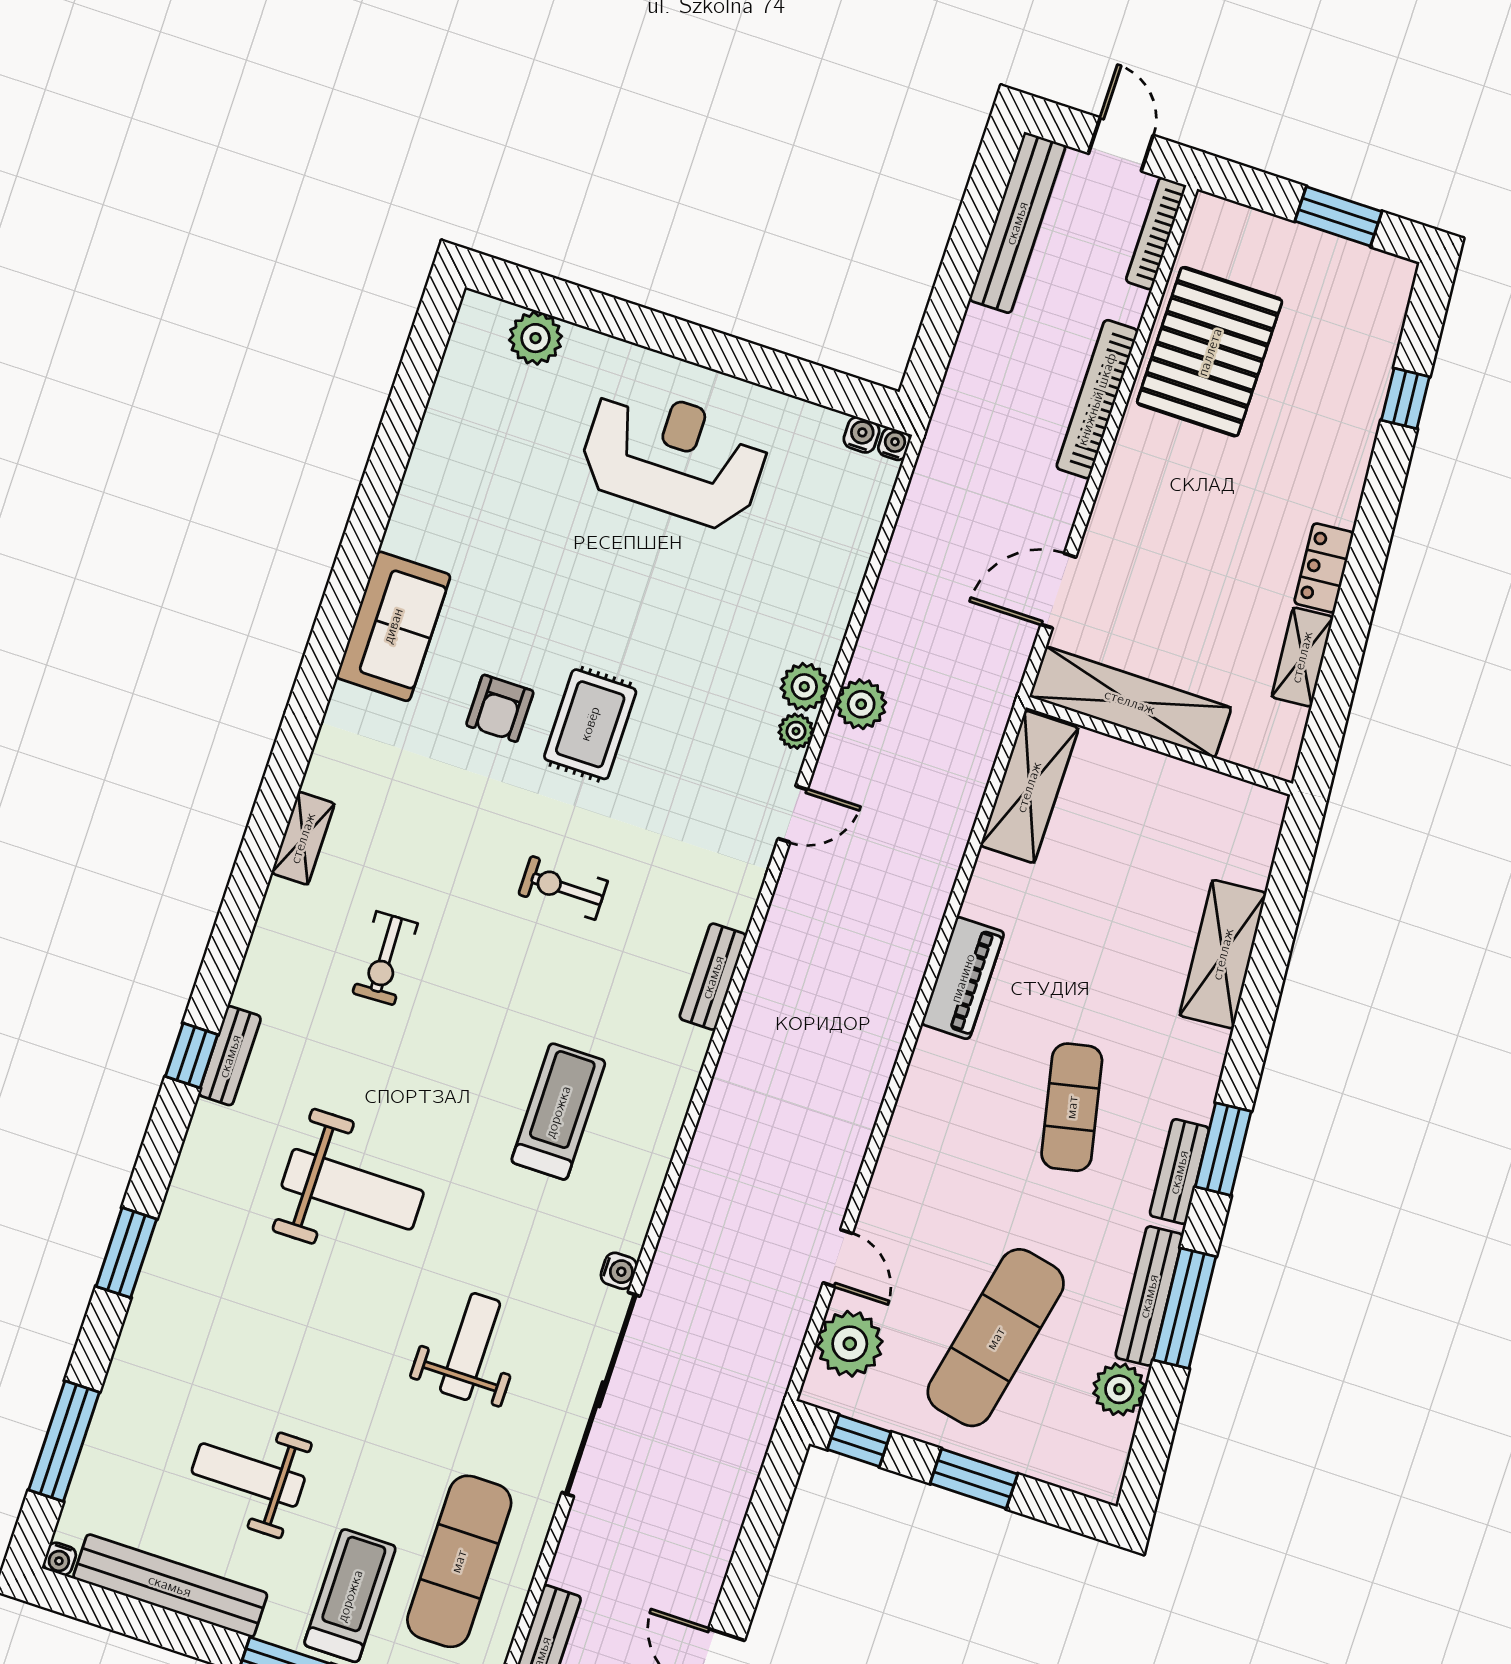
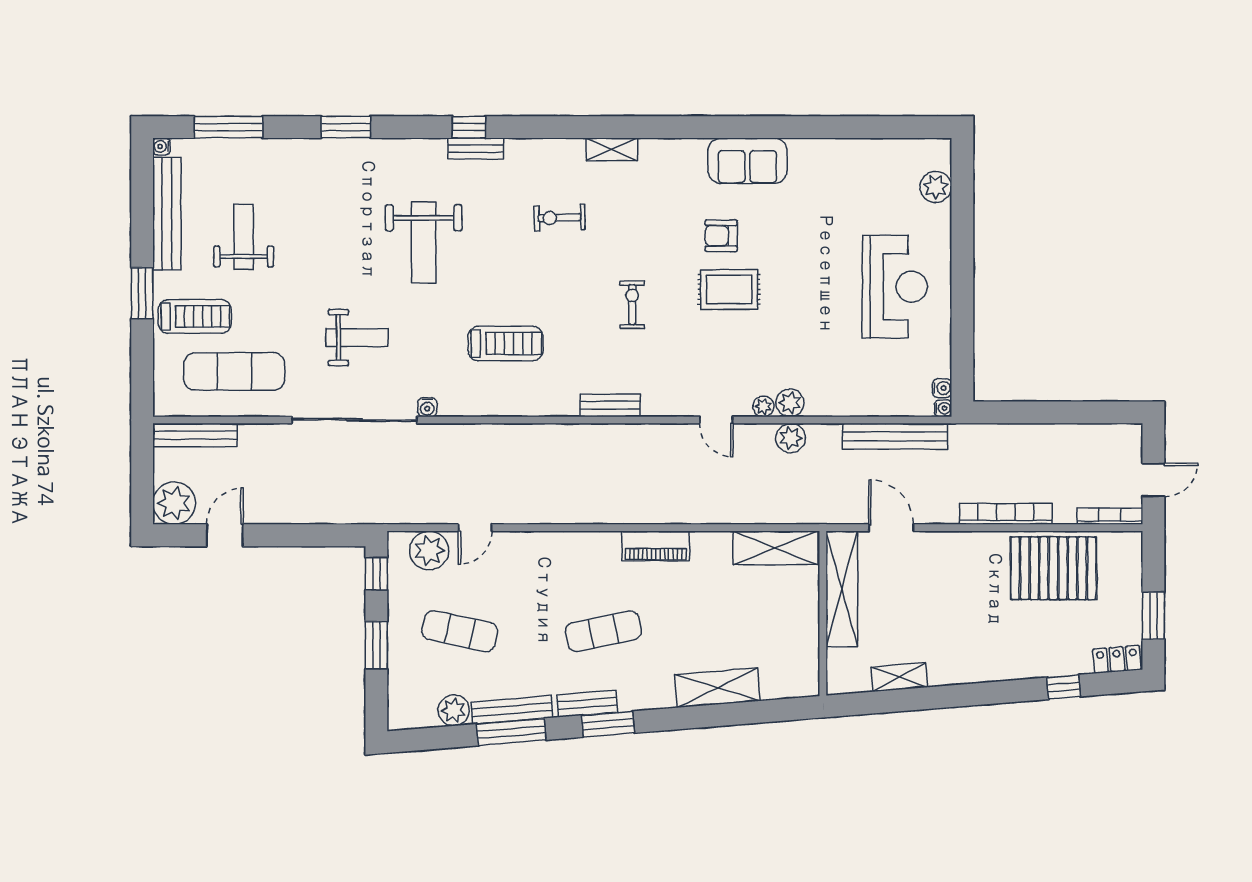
bench: (1017, 223) -> (895, 436), moved
locker: (1324, 568) -> (1117, 659), moved
exercise mat: (996, 1338) -> (460, 631), width x0.73, depth x0.69

